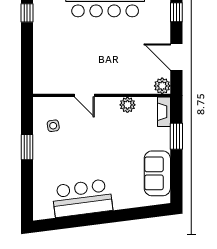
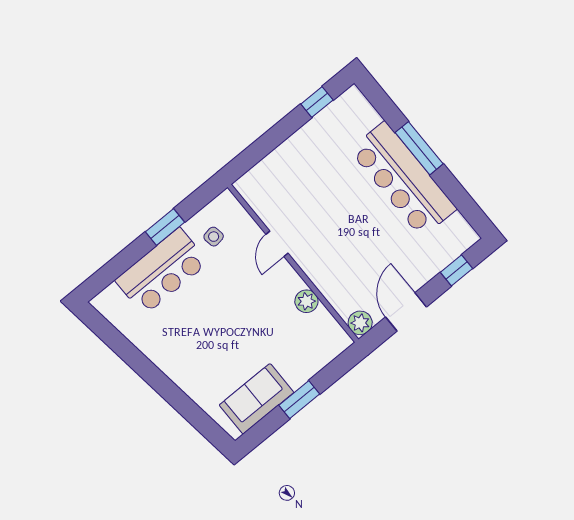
fireplace: (164, 112) -> (332, 349), removed
window: (176, 136) -> (299, 400), moved
bar counter: (82, 198) -> (162, 271), moved, turned 97

